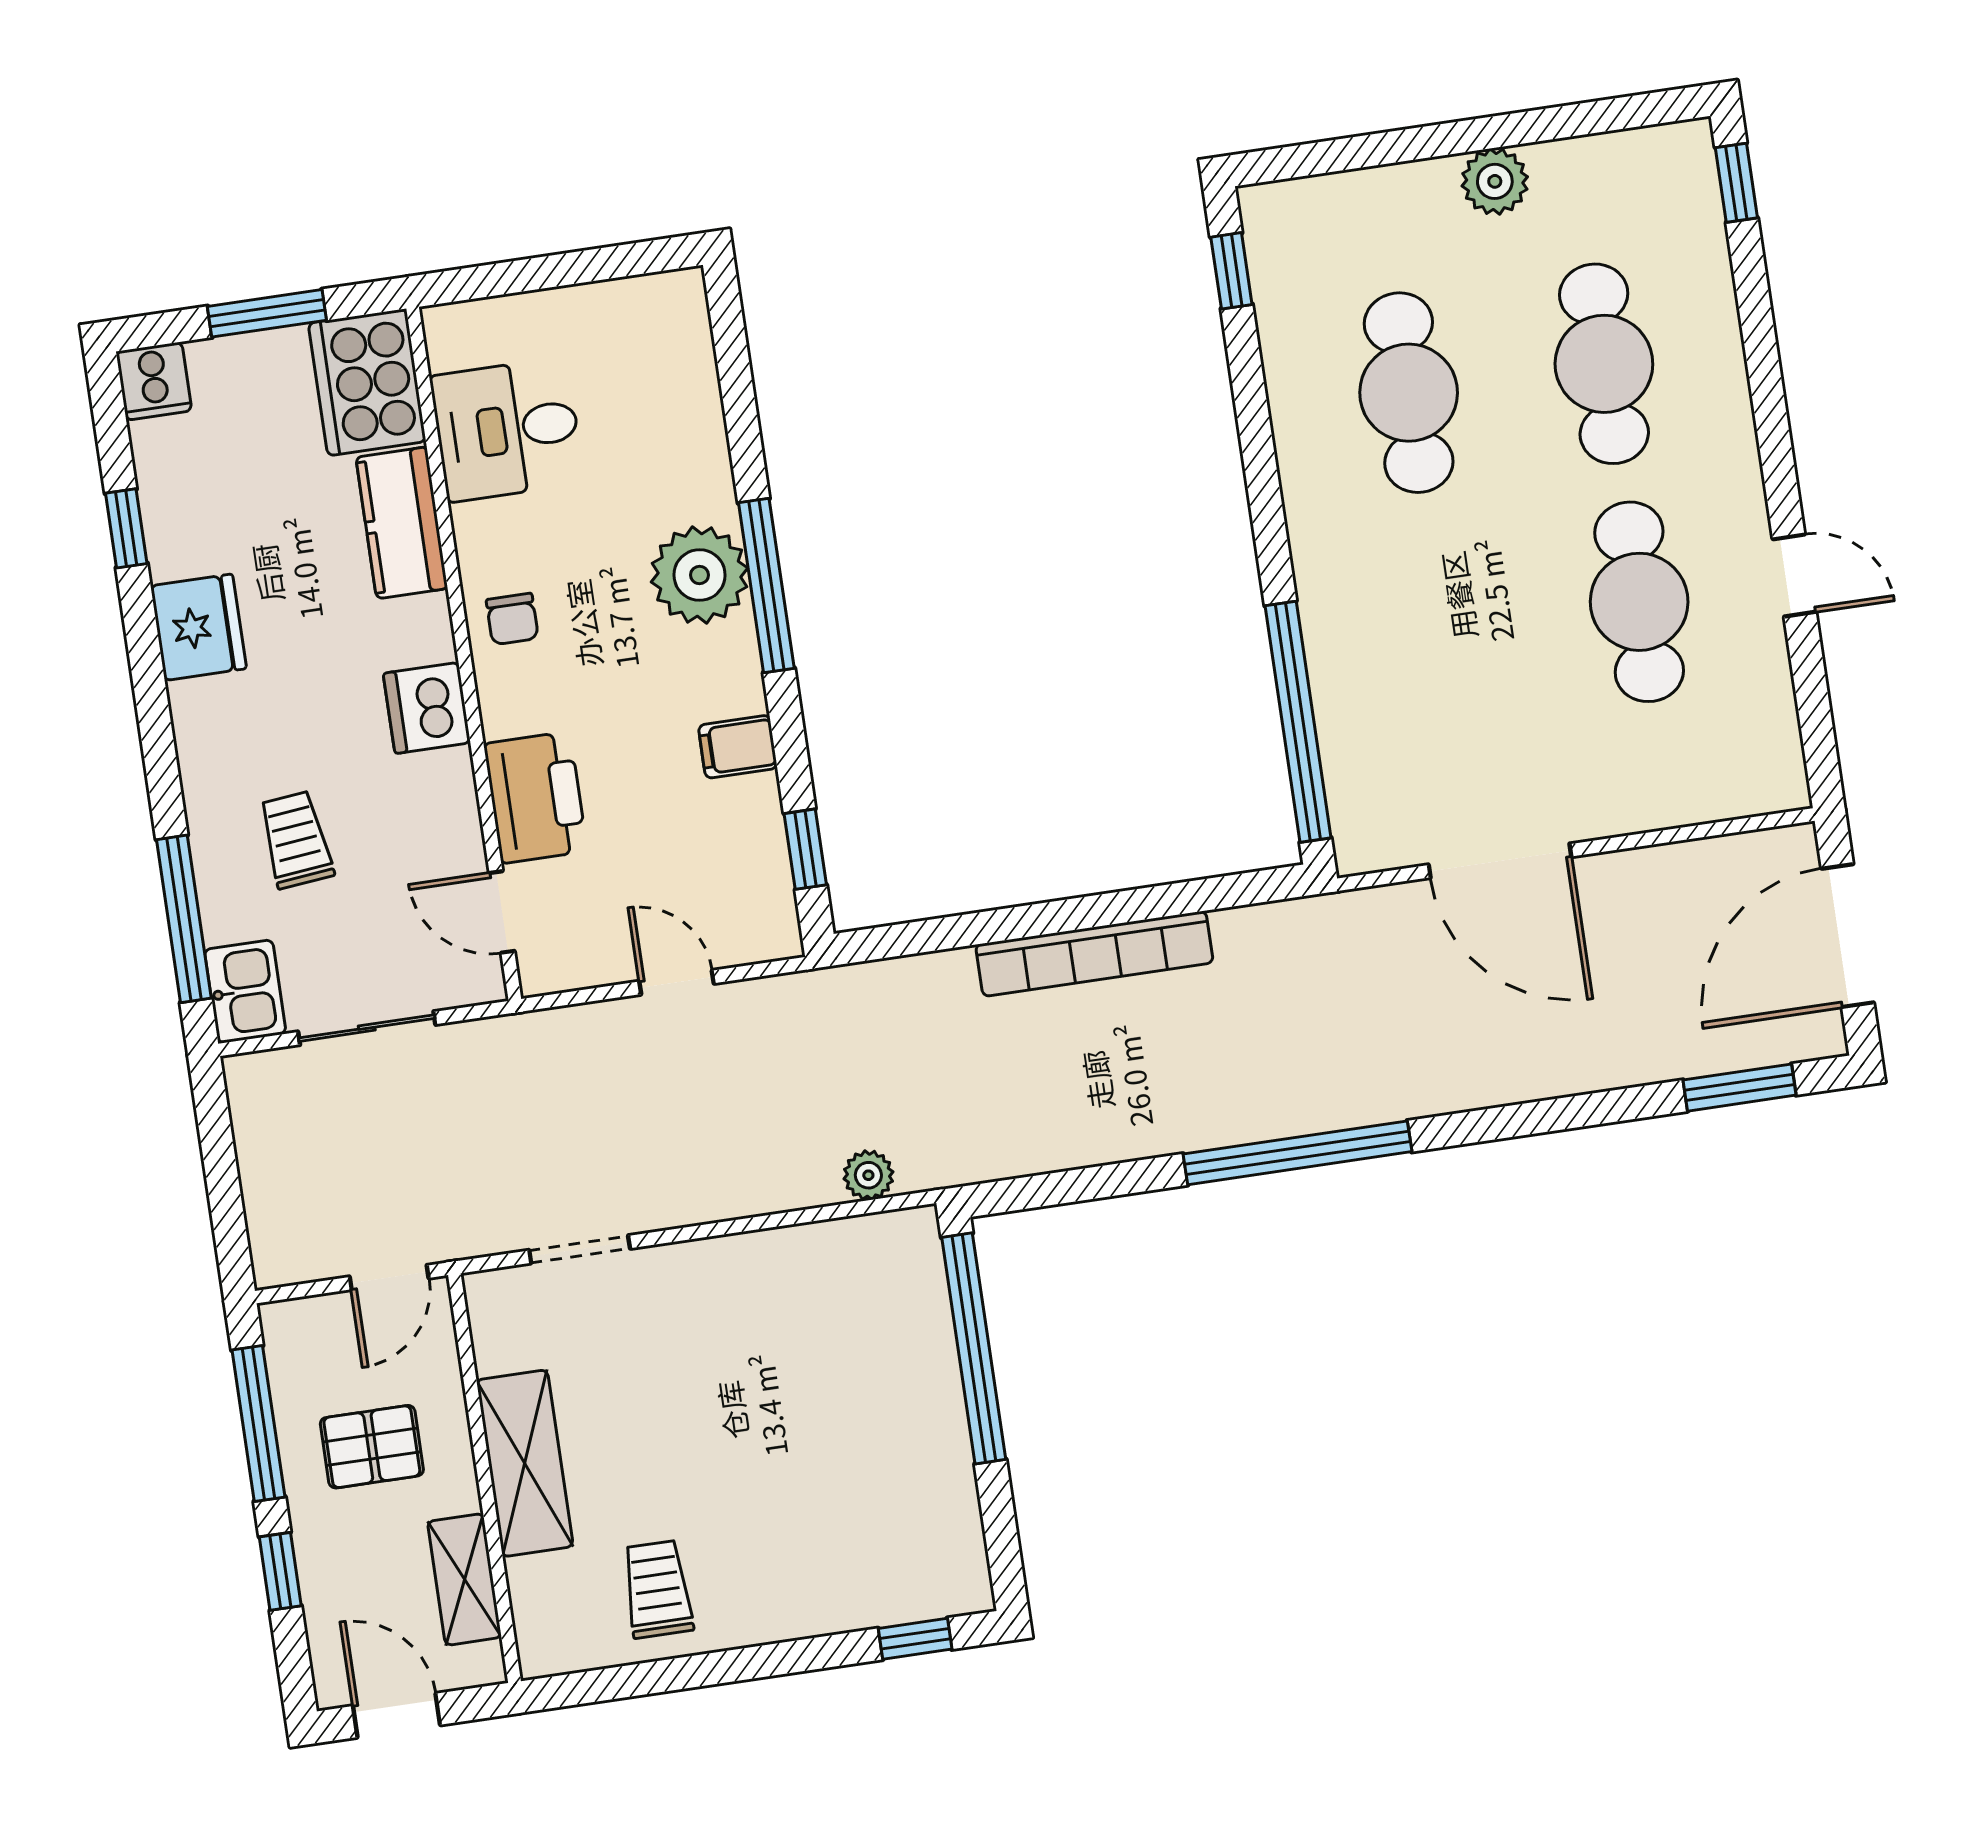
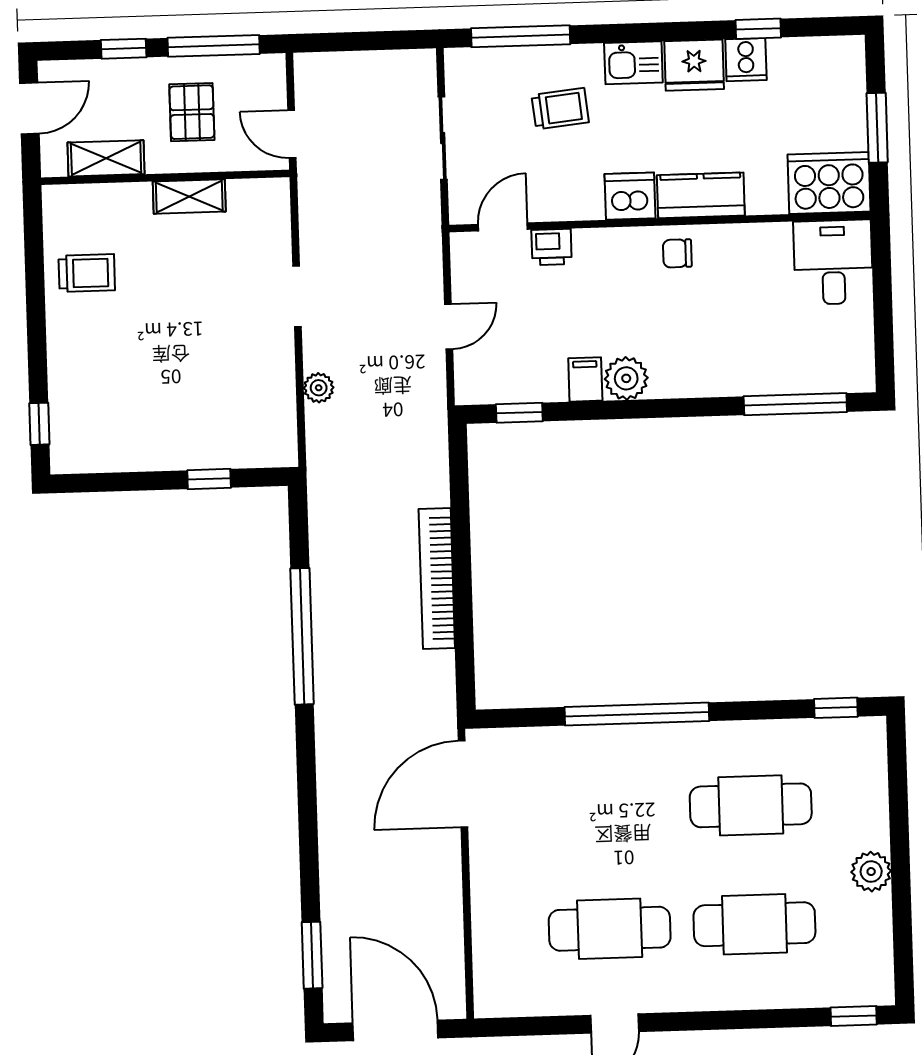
cooker: (154, 381) -> (746, 60), moved, turned -90
desk: (507, 430) -> (833, 262), moved
kitchen counter: (402, 523) -> (701, 195), moved
plant: (700, 575) -> (626, 378), moved, width x0.73, depth x0.73
window: (766, 586) -> (795, 404), moved
window: (1298, 722) -> (637, 714), moved
printer: (536, 798) -> (552, 247), width x0.53, depth x0.68
door: (1500, 861) -> (463, 784), moved
kitchen sink: (245, 991) -> (633, 63), moved
window: (1297, 1153) -> (302, 636), moved
plant: (868, 1175) -> (319, 388), moved
doorway: (580, 1249) -> (297, 297), moved
window: (974, 1348) -> (209, 479), width x0.32
shelving: (525, 1463) -> (189, 196), width x0.67, depth x0.75

